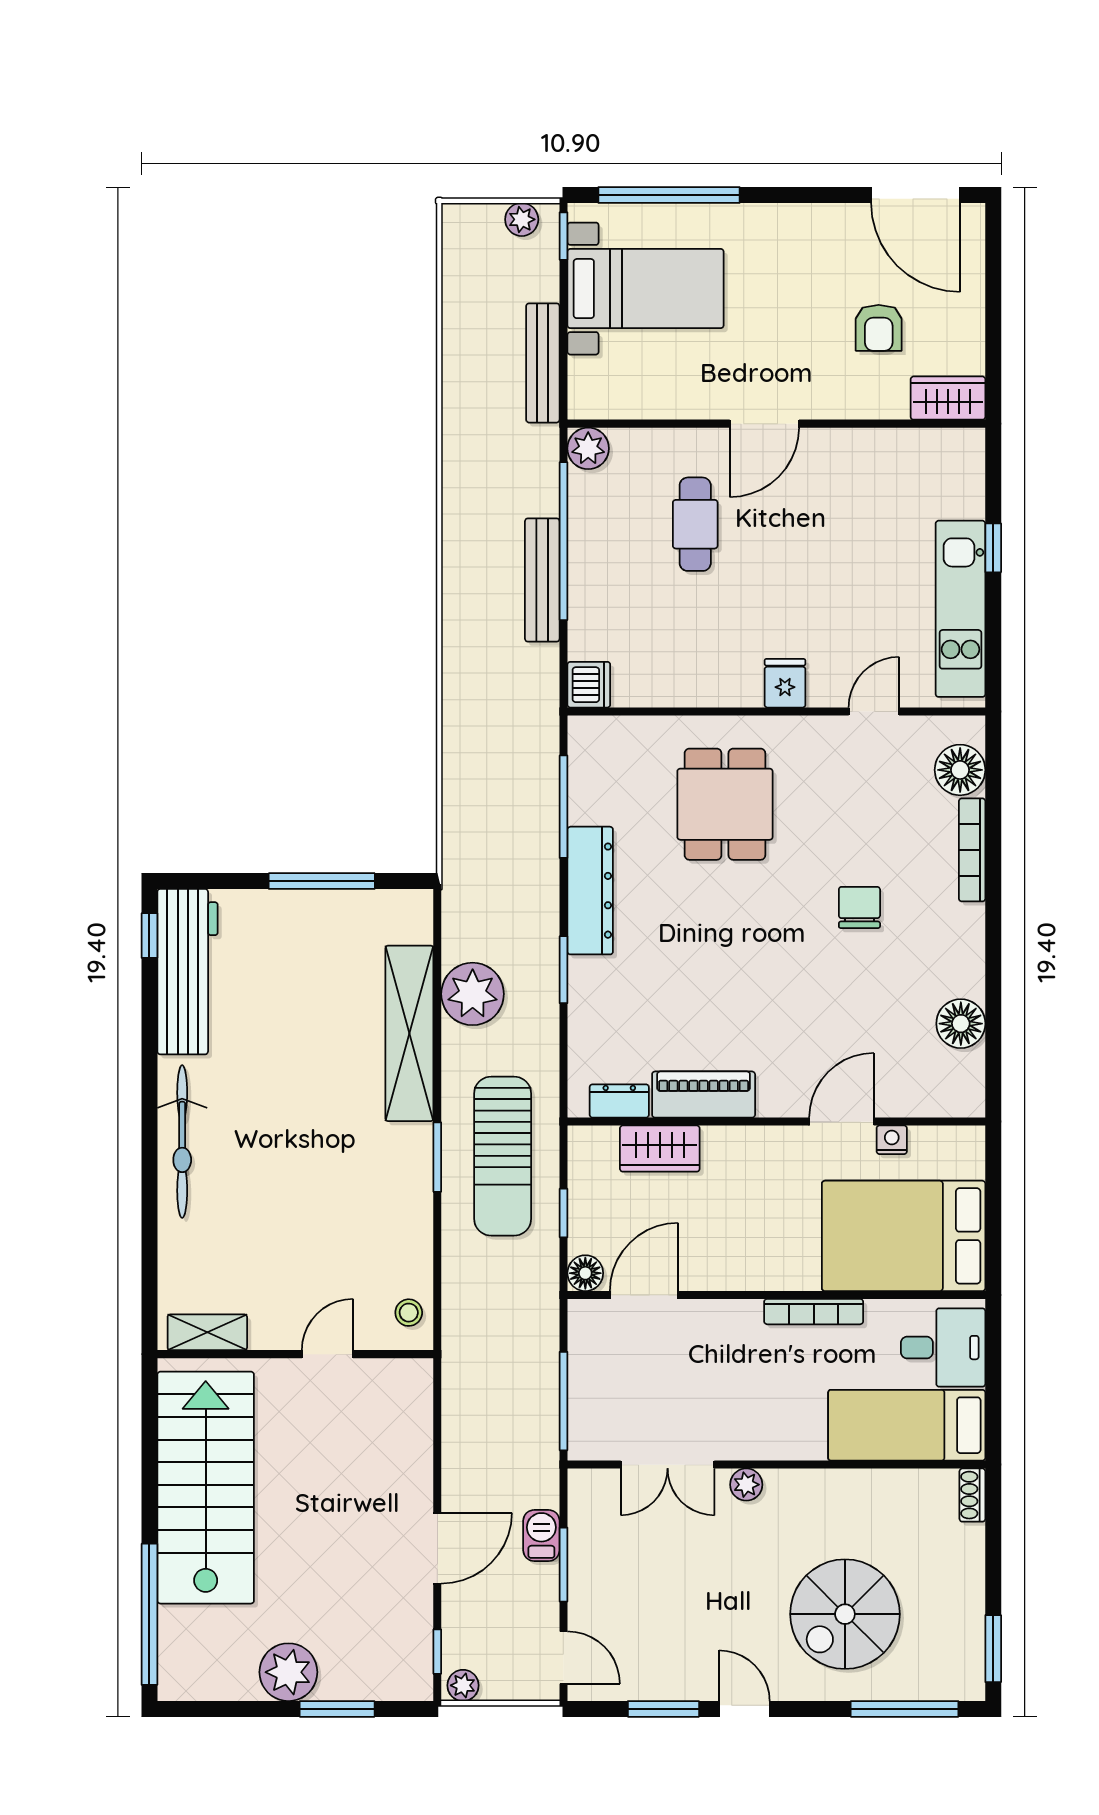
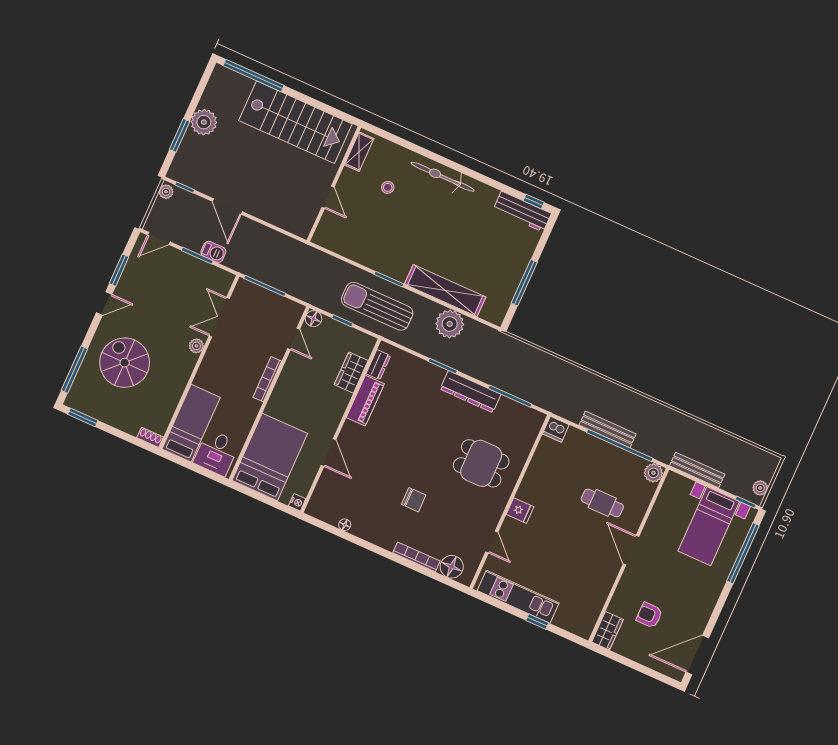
workbench: (188, 972) -> (522, 211), width x0.73, depth x0.76
floor lamp: (961, 1024) -> (345, 525), width x0.53, depth x0.53
nightstand: (892, 1140) -> (297, 502), moved
door: (644, 1295) -> (294, 339), width x0.73
bookcase: (814, 1312) -> (267, 379), moved
stool: (409, 1313) -> (388, 187), moved

